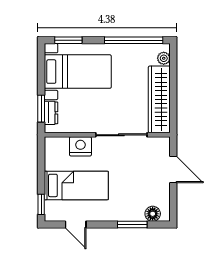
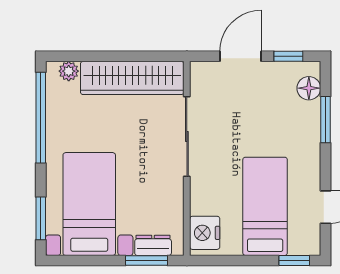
nightstand: (80, 146) -> (205, 233), moved
window: (173, 201) -> (288, 56), added

